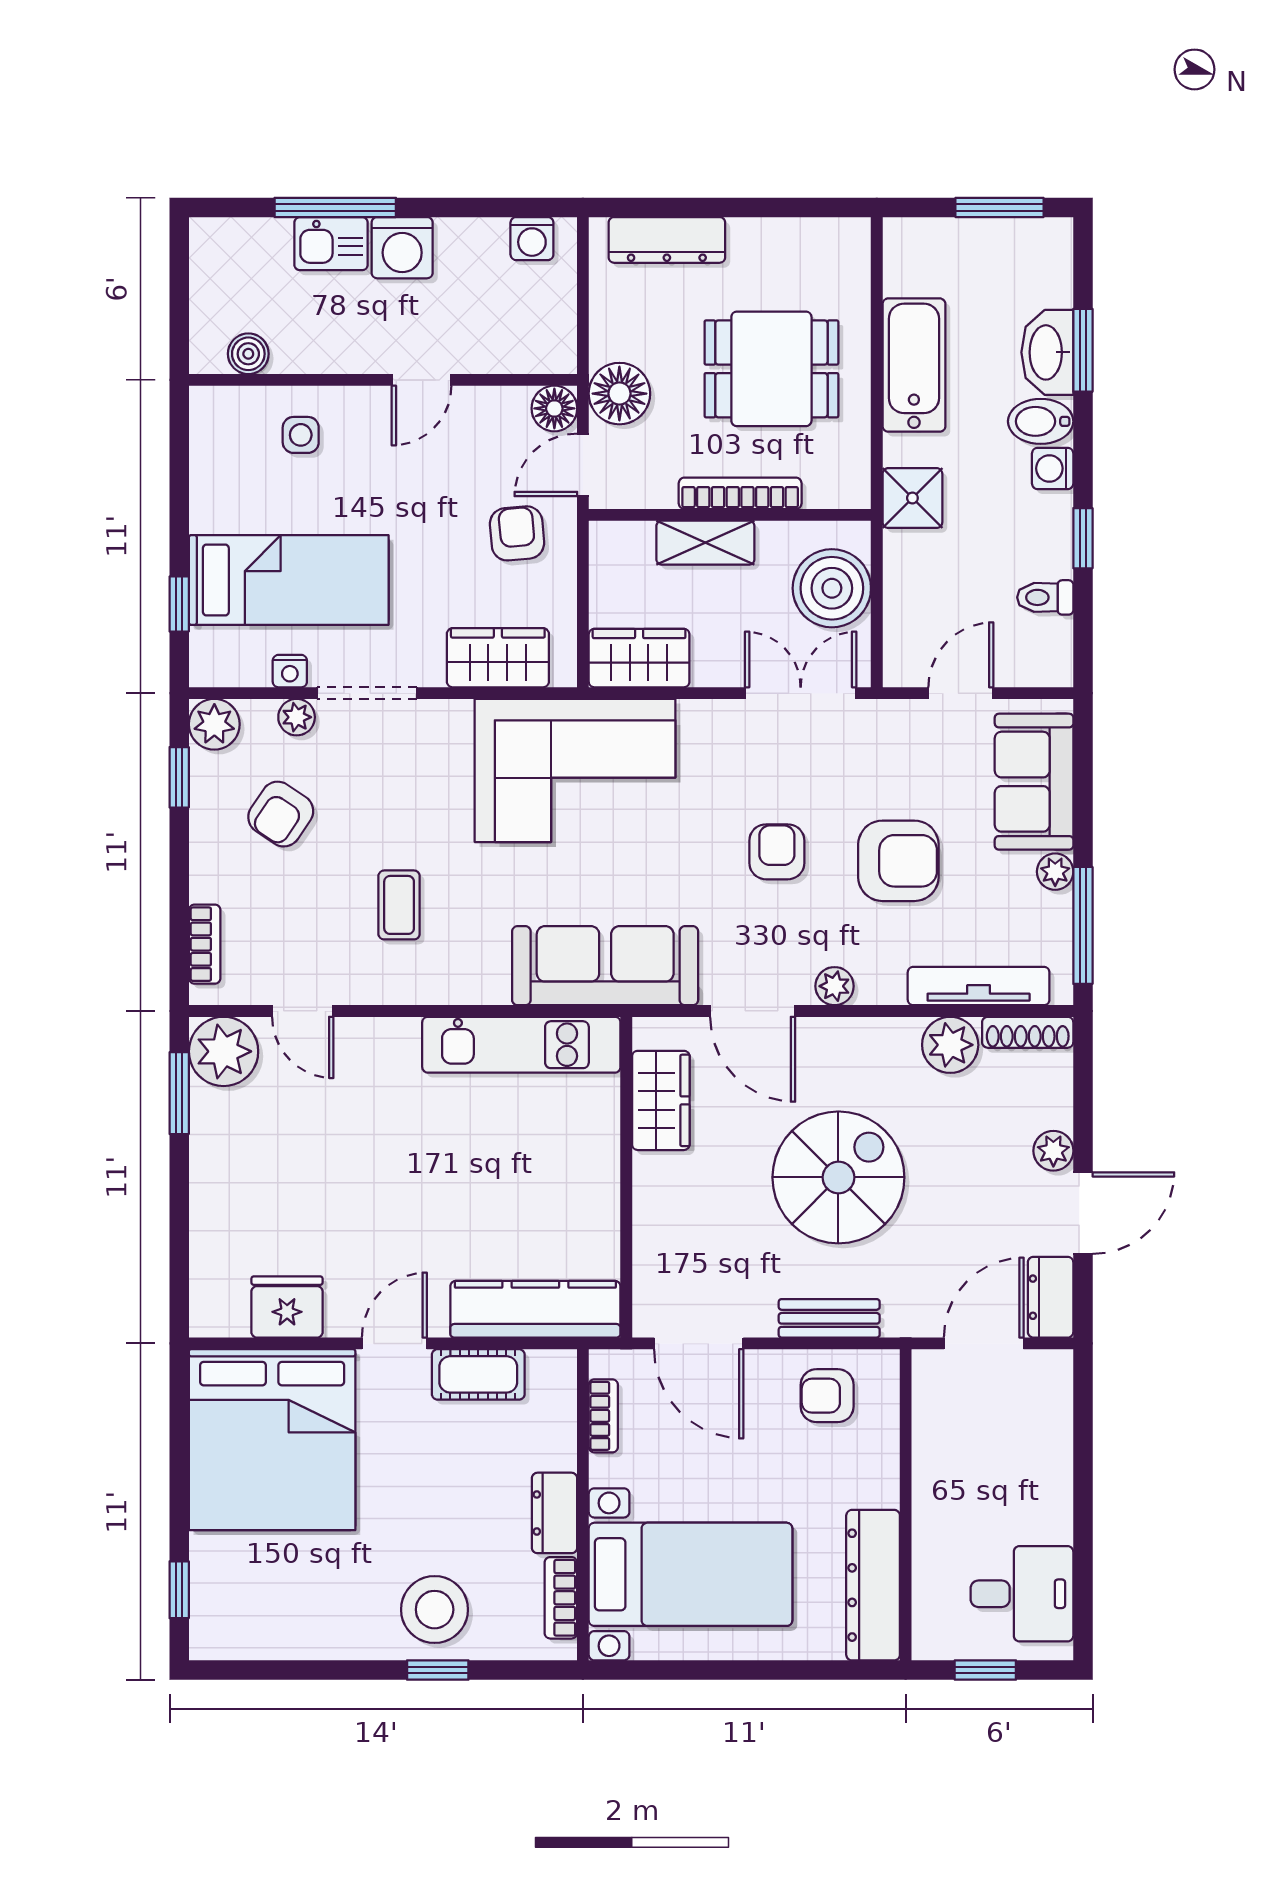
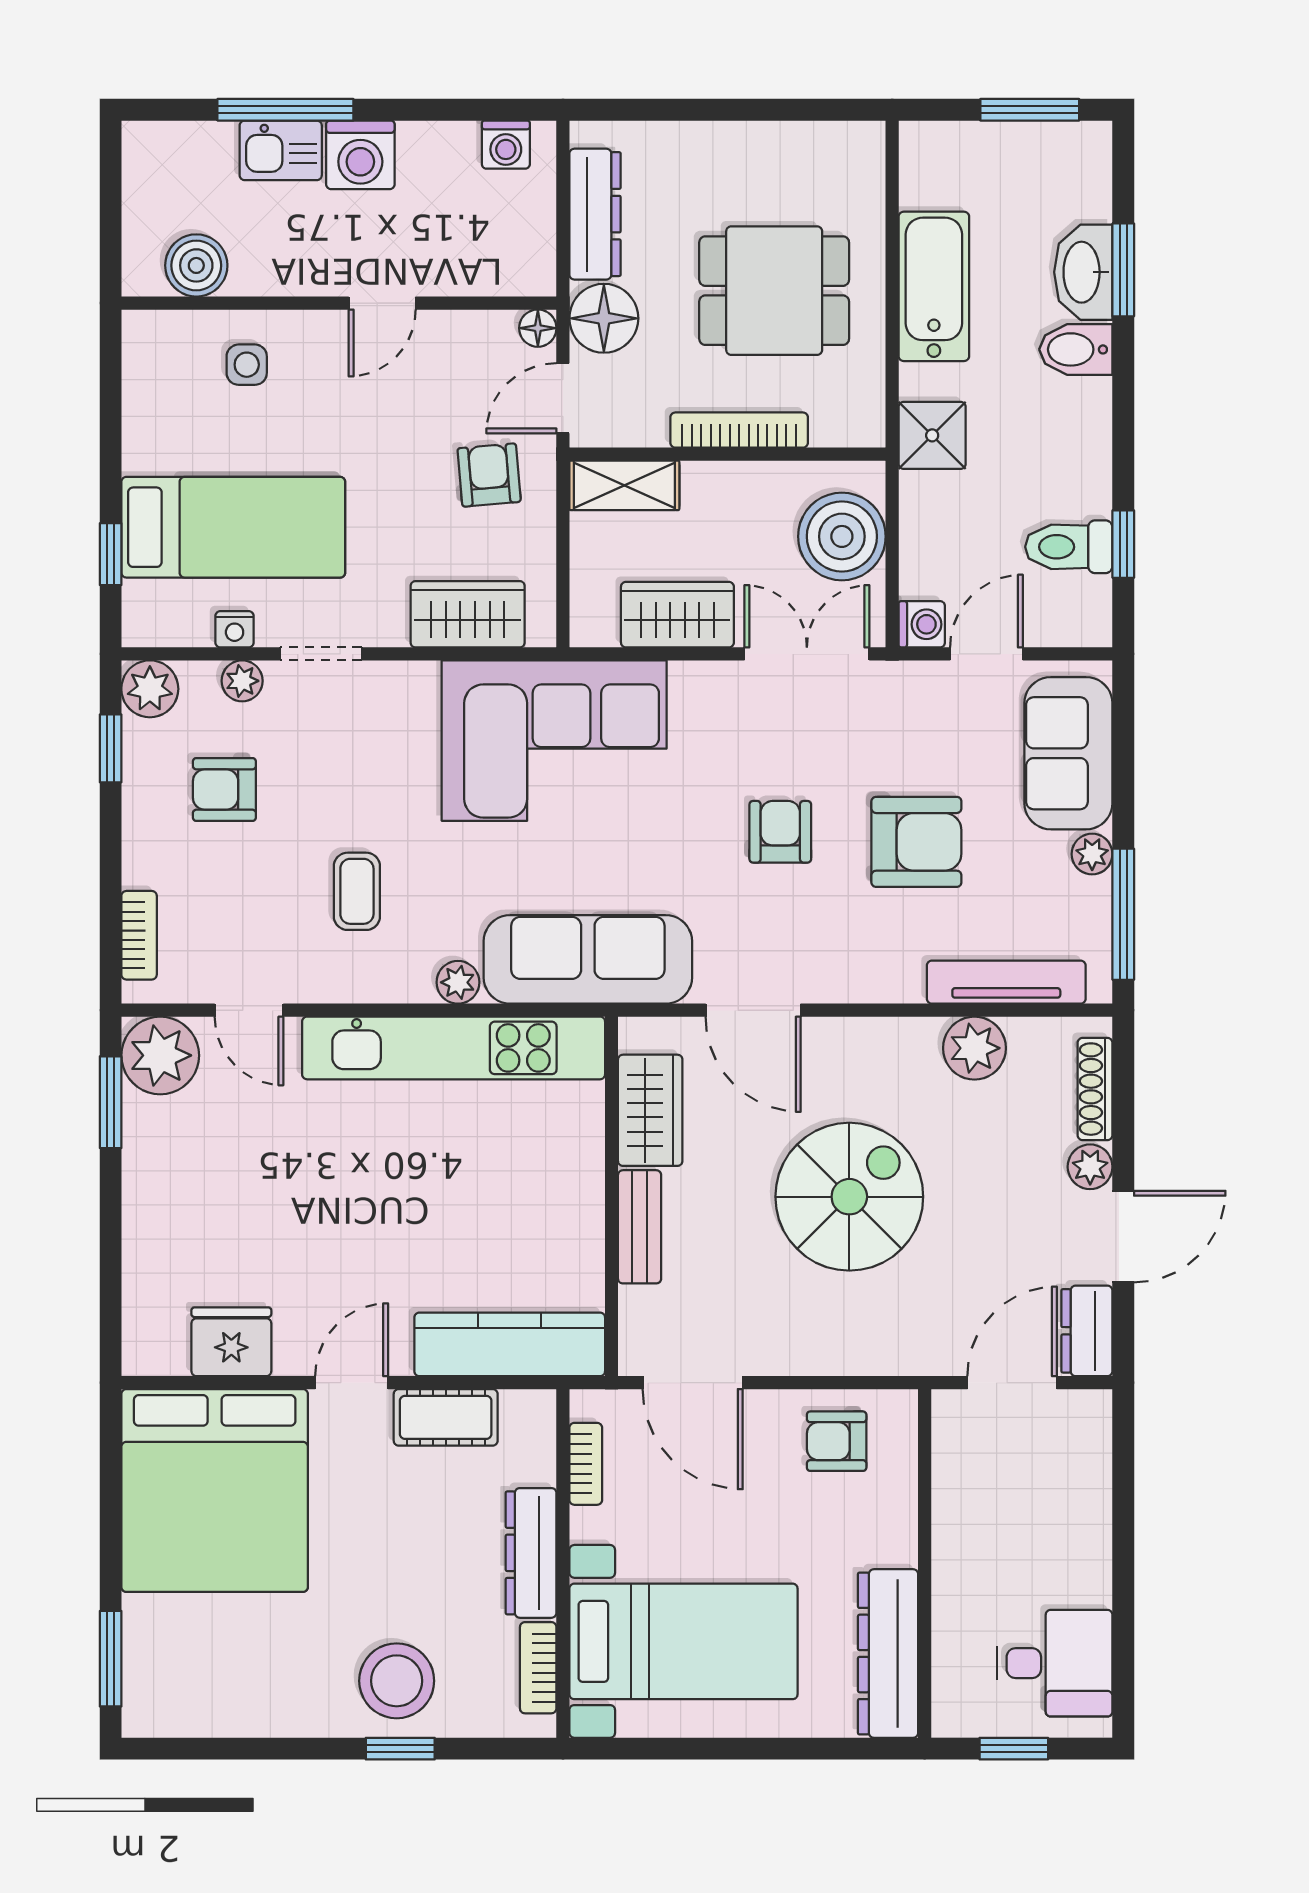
dresser: (667, 240) -> (595, 214), moved, turned -90
boiler: (248, 354) -> (196, 265), width x1.36, depth x1.36
floor lamp: (554, 408) -> (538, 328), width x0.73, depth x0.73
washing machine: (1053, 468) -> (922, 624), moved, turned 180
window: (1083, 538) -> (1123, 544), moved
shelving: (705, 543) -> (624, 485), moved
toilet: (1045, 597) -> (1069, 547), width x1.37, depth x1.39
wardrobe: (639, 658) -> (677, 615), moved
doorway: (367, 693) -> (321, 654), width x0.73
armchair: (281, 814) -> (224, 790), turned 56
plant: (835, 986) -> (458, 982), moved
shoe rack: (1028, 1032) -> (1095, 1089), moved, turned 90
kitchen unit: (521, 1045) -> (454, 1048), width x1.36
bench: (829, 1318) -> (640, 1227), moved, turned 90
dresser: (554, 1513) -> (531, 1553), width x1.44
window: (179, 1590) -> (111, 1659), width x1.50

